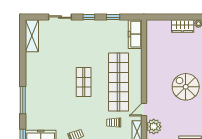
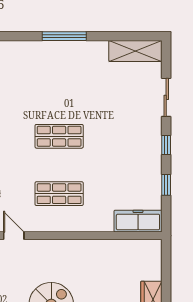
shop shelf: (118, 82) -> (59, 194), width x0.50, depth x0.74
window: (23, 100) -> (64, 36), moved

